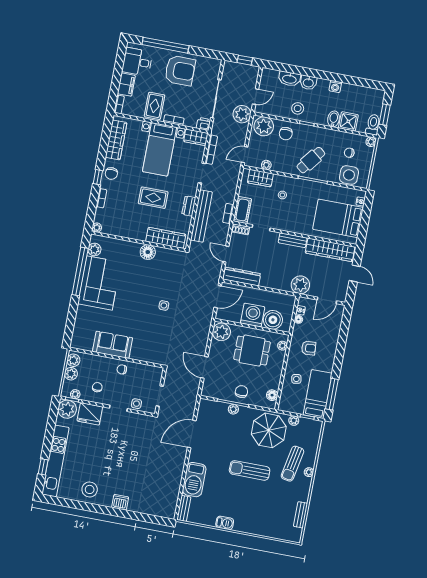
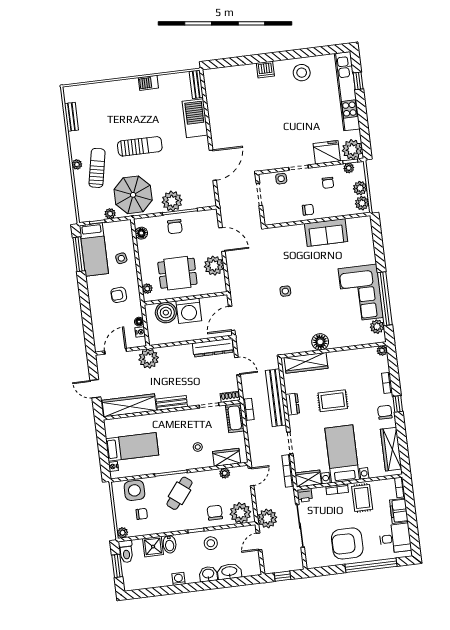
bed: (338, 218) -> (132, 447), width x0.67
plant: (221, 332) -> (214, 266), moved
plant: (233, 409) -> (172, 201), width x1.88, depth x1.88

